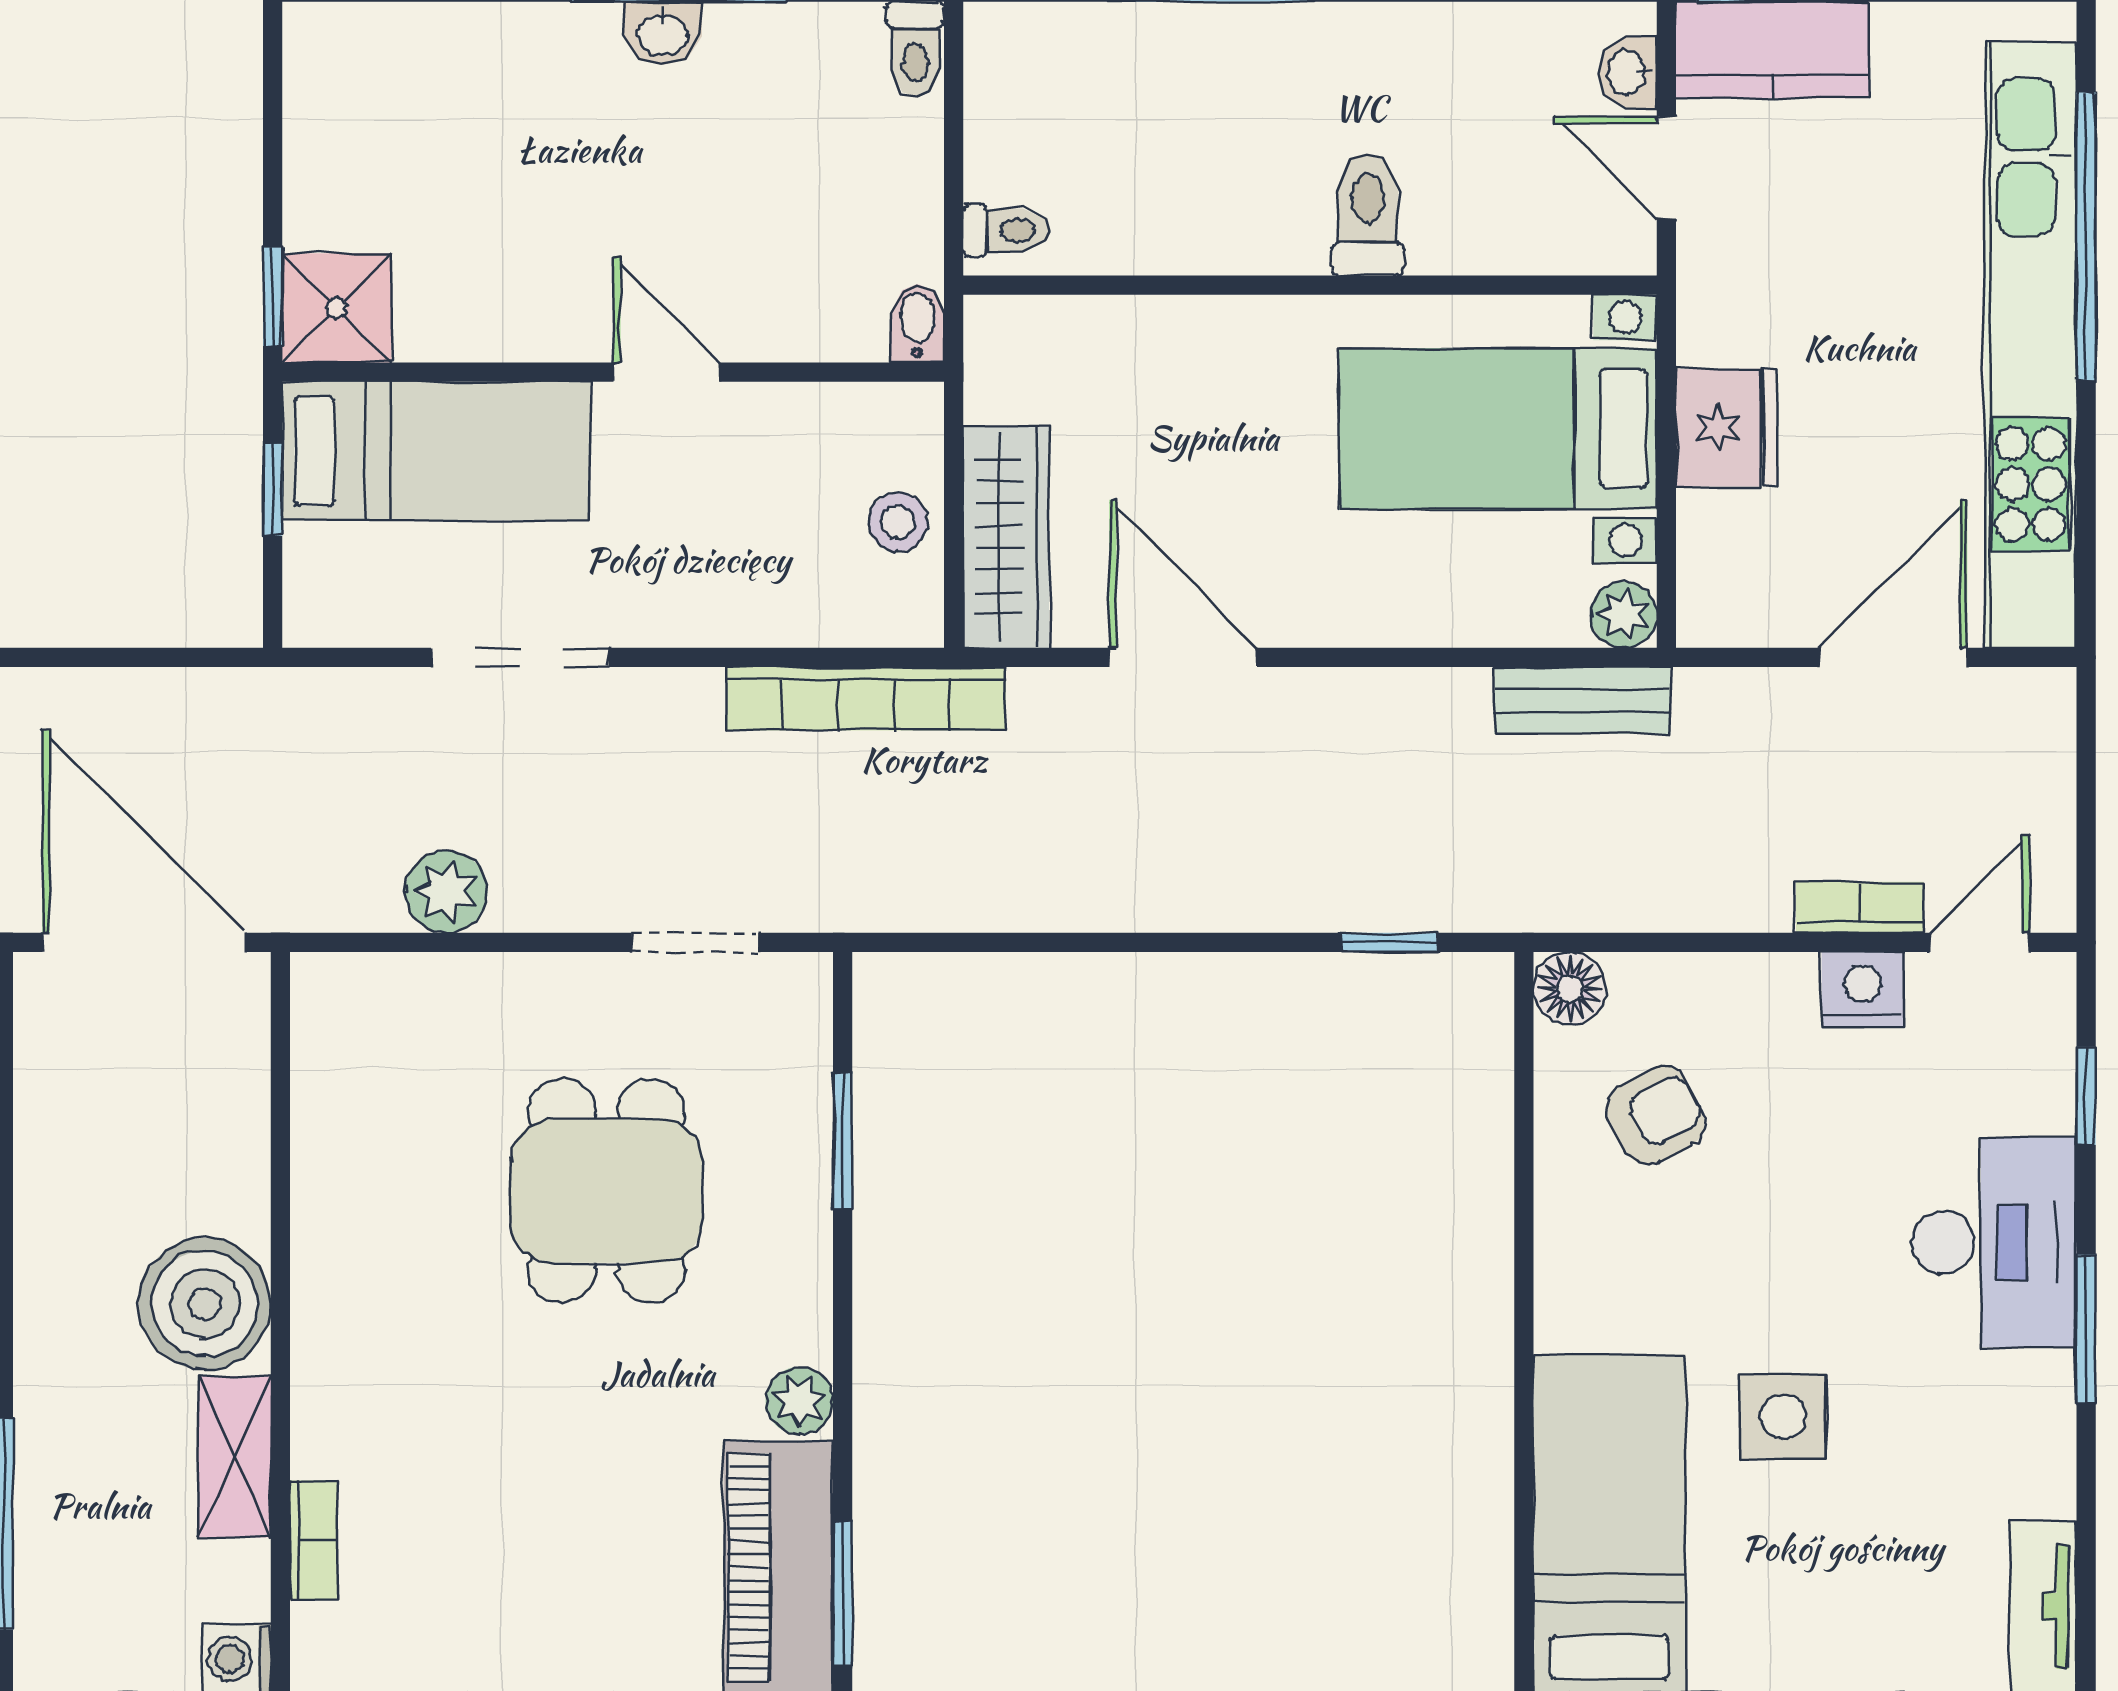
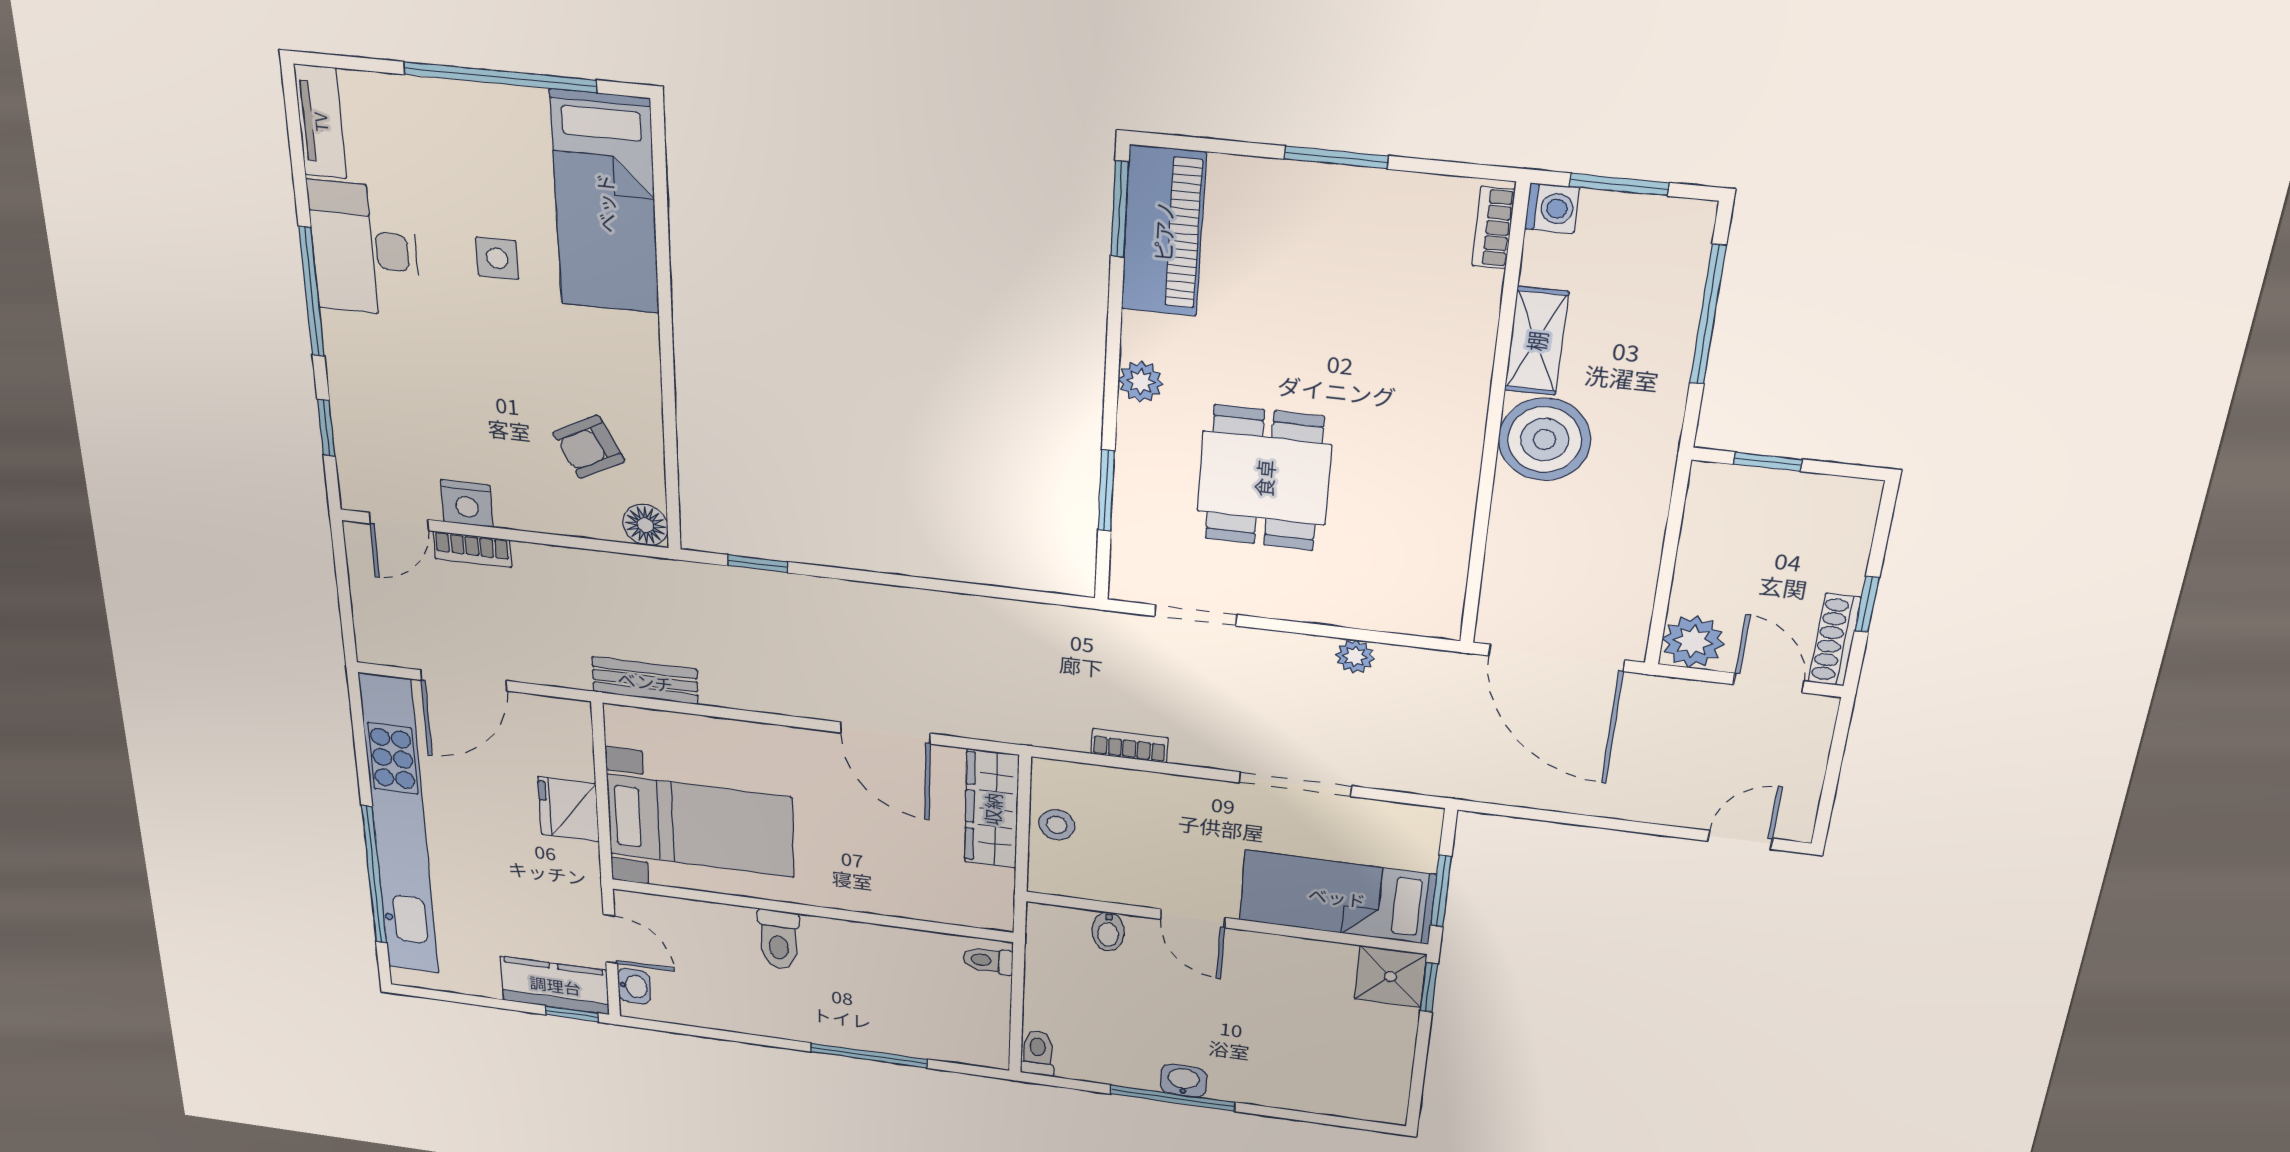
bidet: (917, 323) -> (1108, 931), moved
window: (273, 490) -> (1441, 891), width x1.50
plant: (1624, 615) -> (623, 722), removed
bookcase: (866, 699) -> (1129, 746), width x0.43, depth x0.76
plant: (446, 892) -> (1355, 657), width x0.73, depth x0.73
desk: (1994, 1242) -> (364, 249), moved
window: (2086, 1329) -> (312, 292), width x1.44
plant: (799, 1401) -> (1141, 381), moved
side table: (1783, 1417) -> (497, 258), width x0.73, depth x0.73
bookcase: (314, 1540) -> (1493, 228), moved

